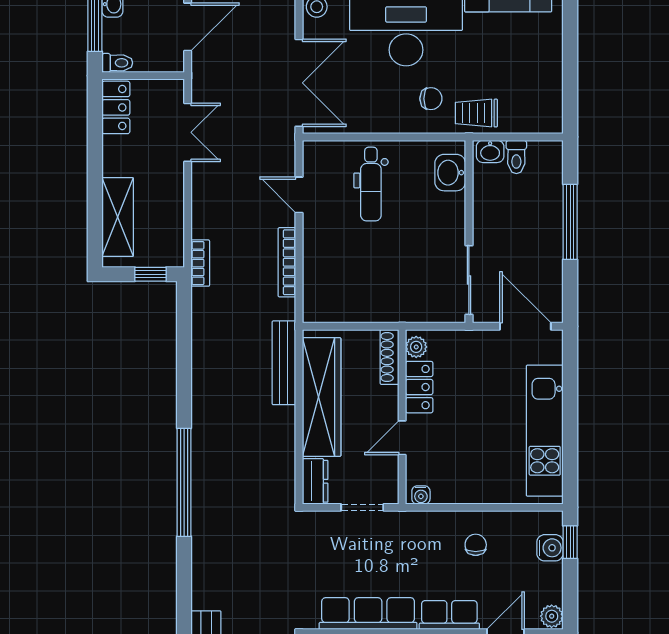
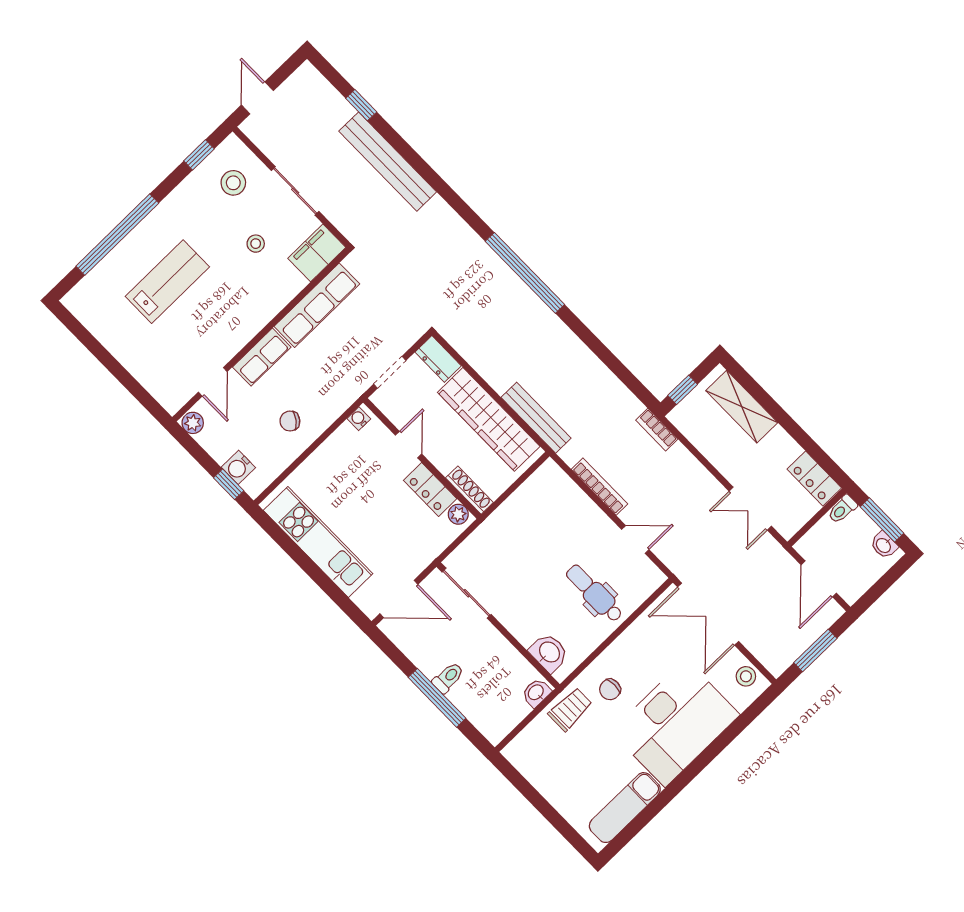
toilet: (516, 157) -> (448, 678), moved, turned 90
chair: (476, 545) -> (290, 421), turned 128

